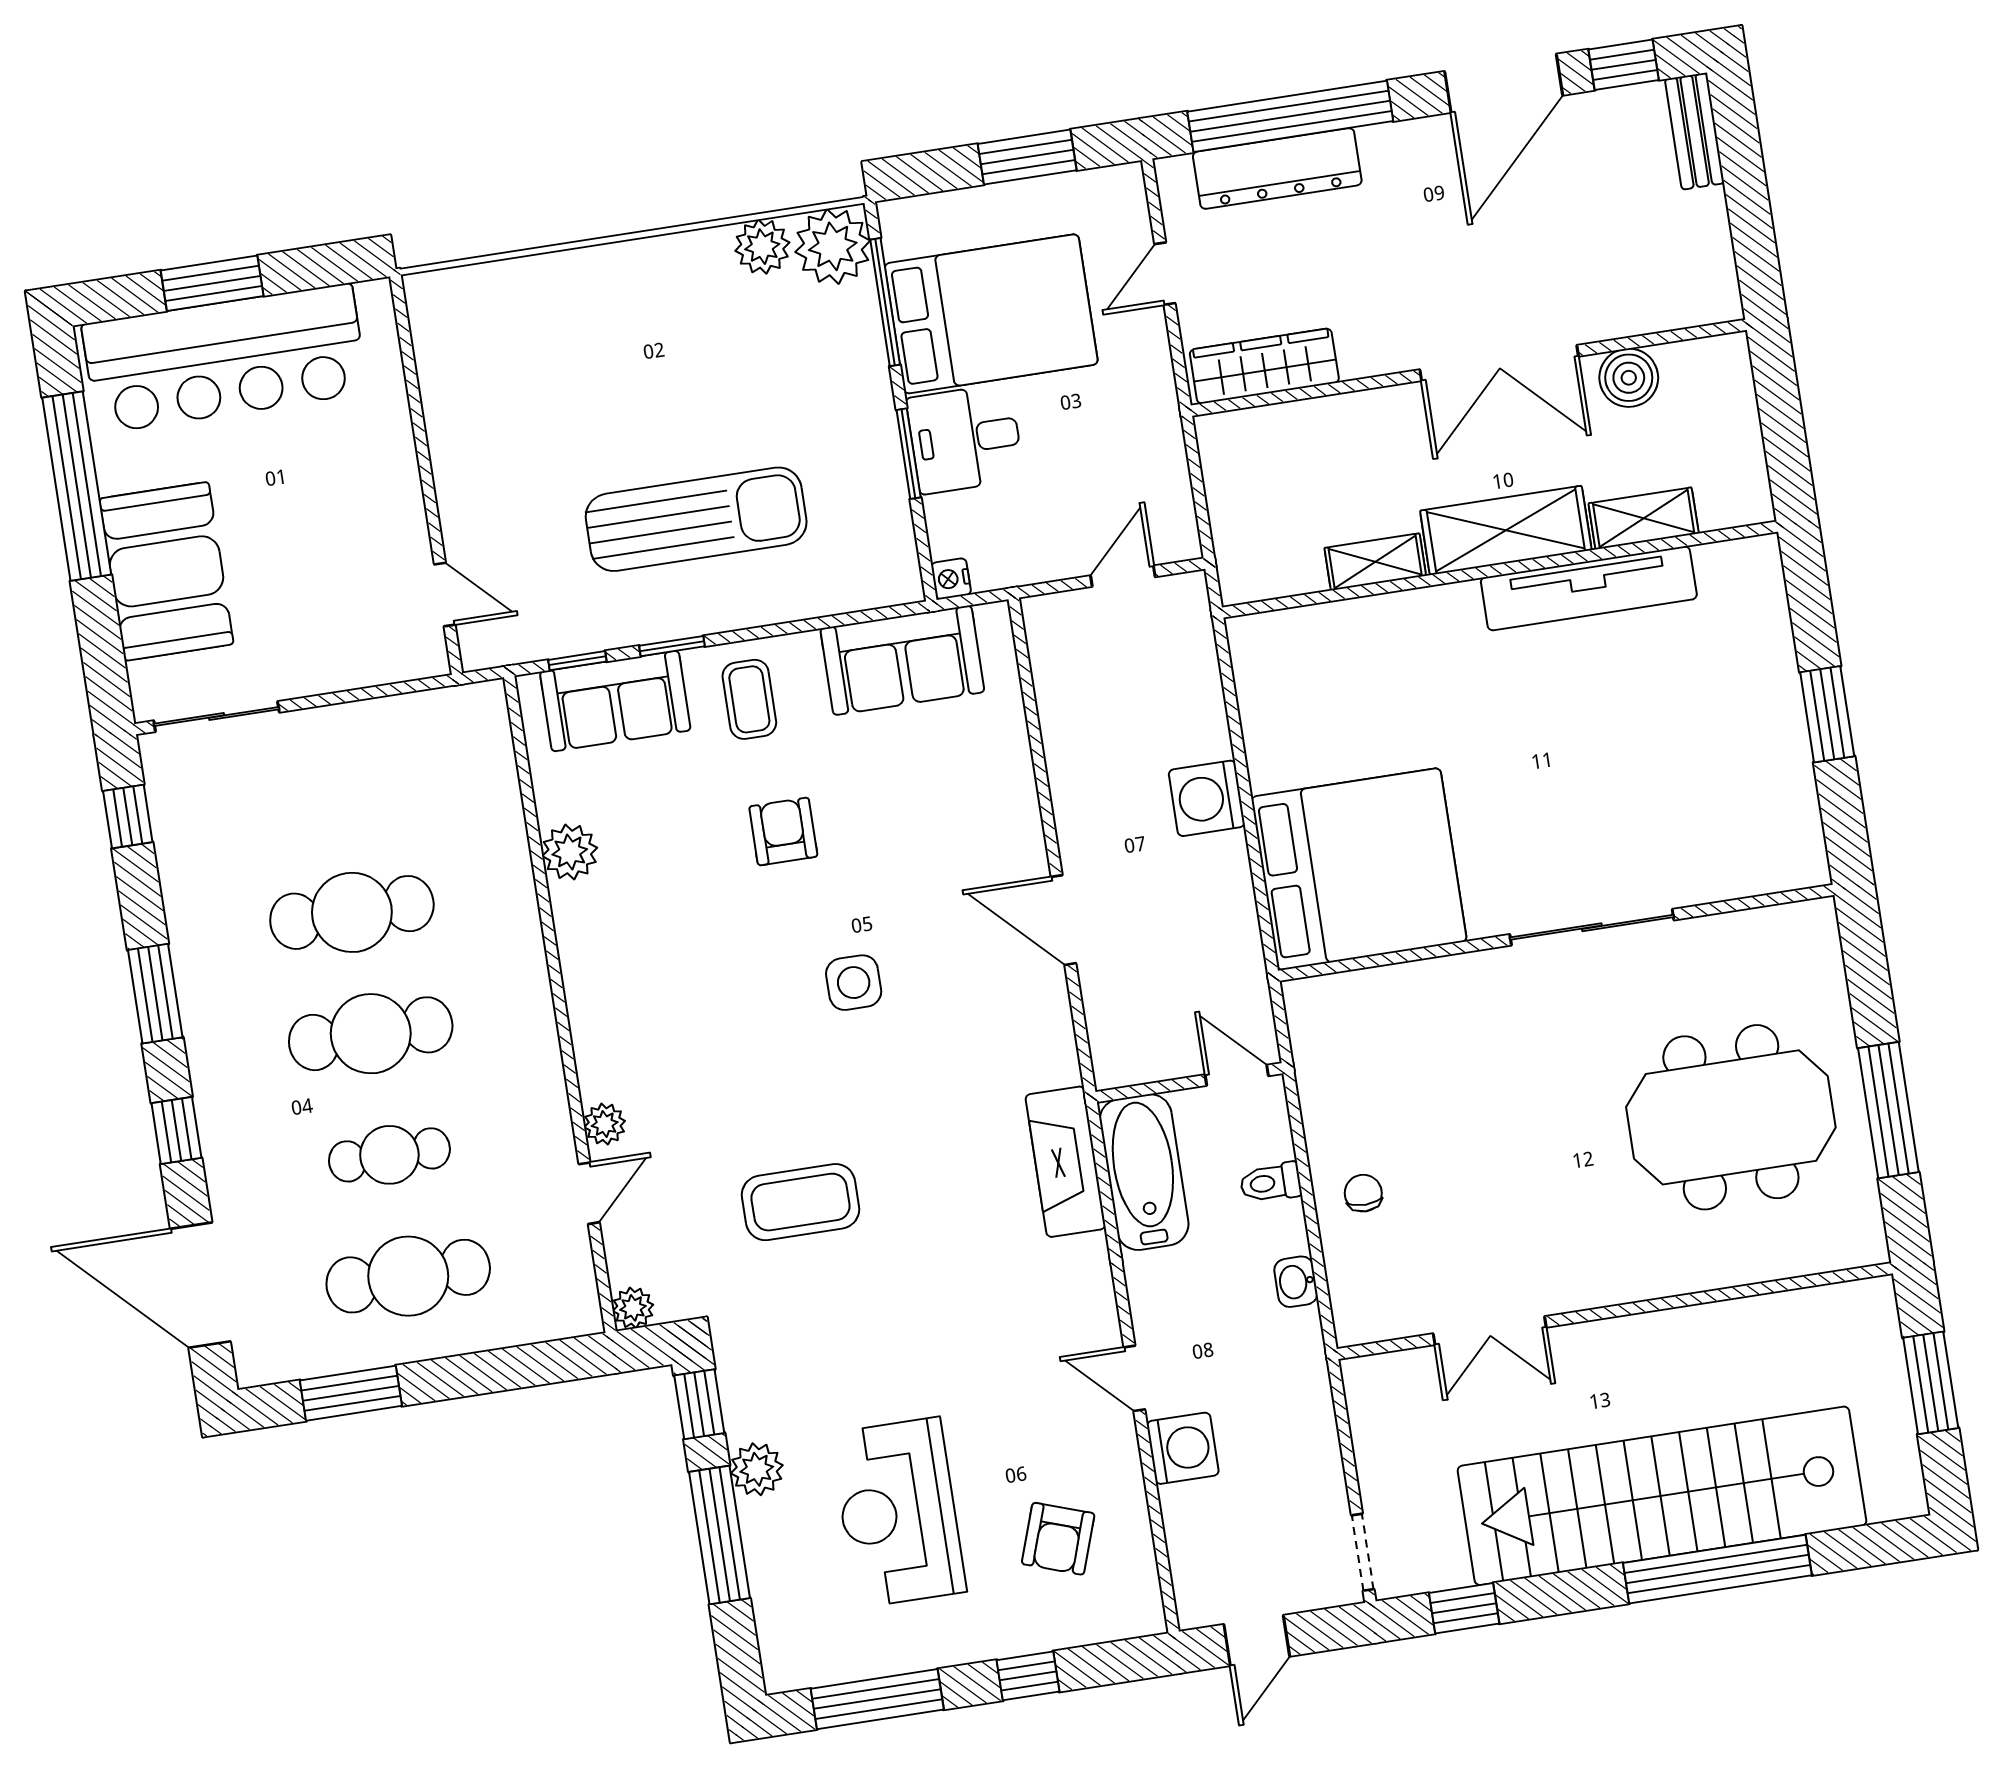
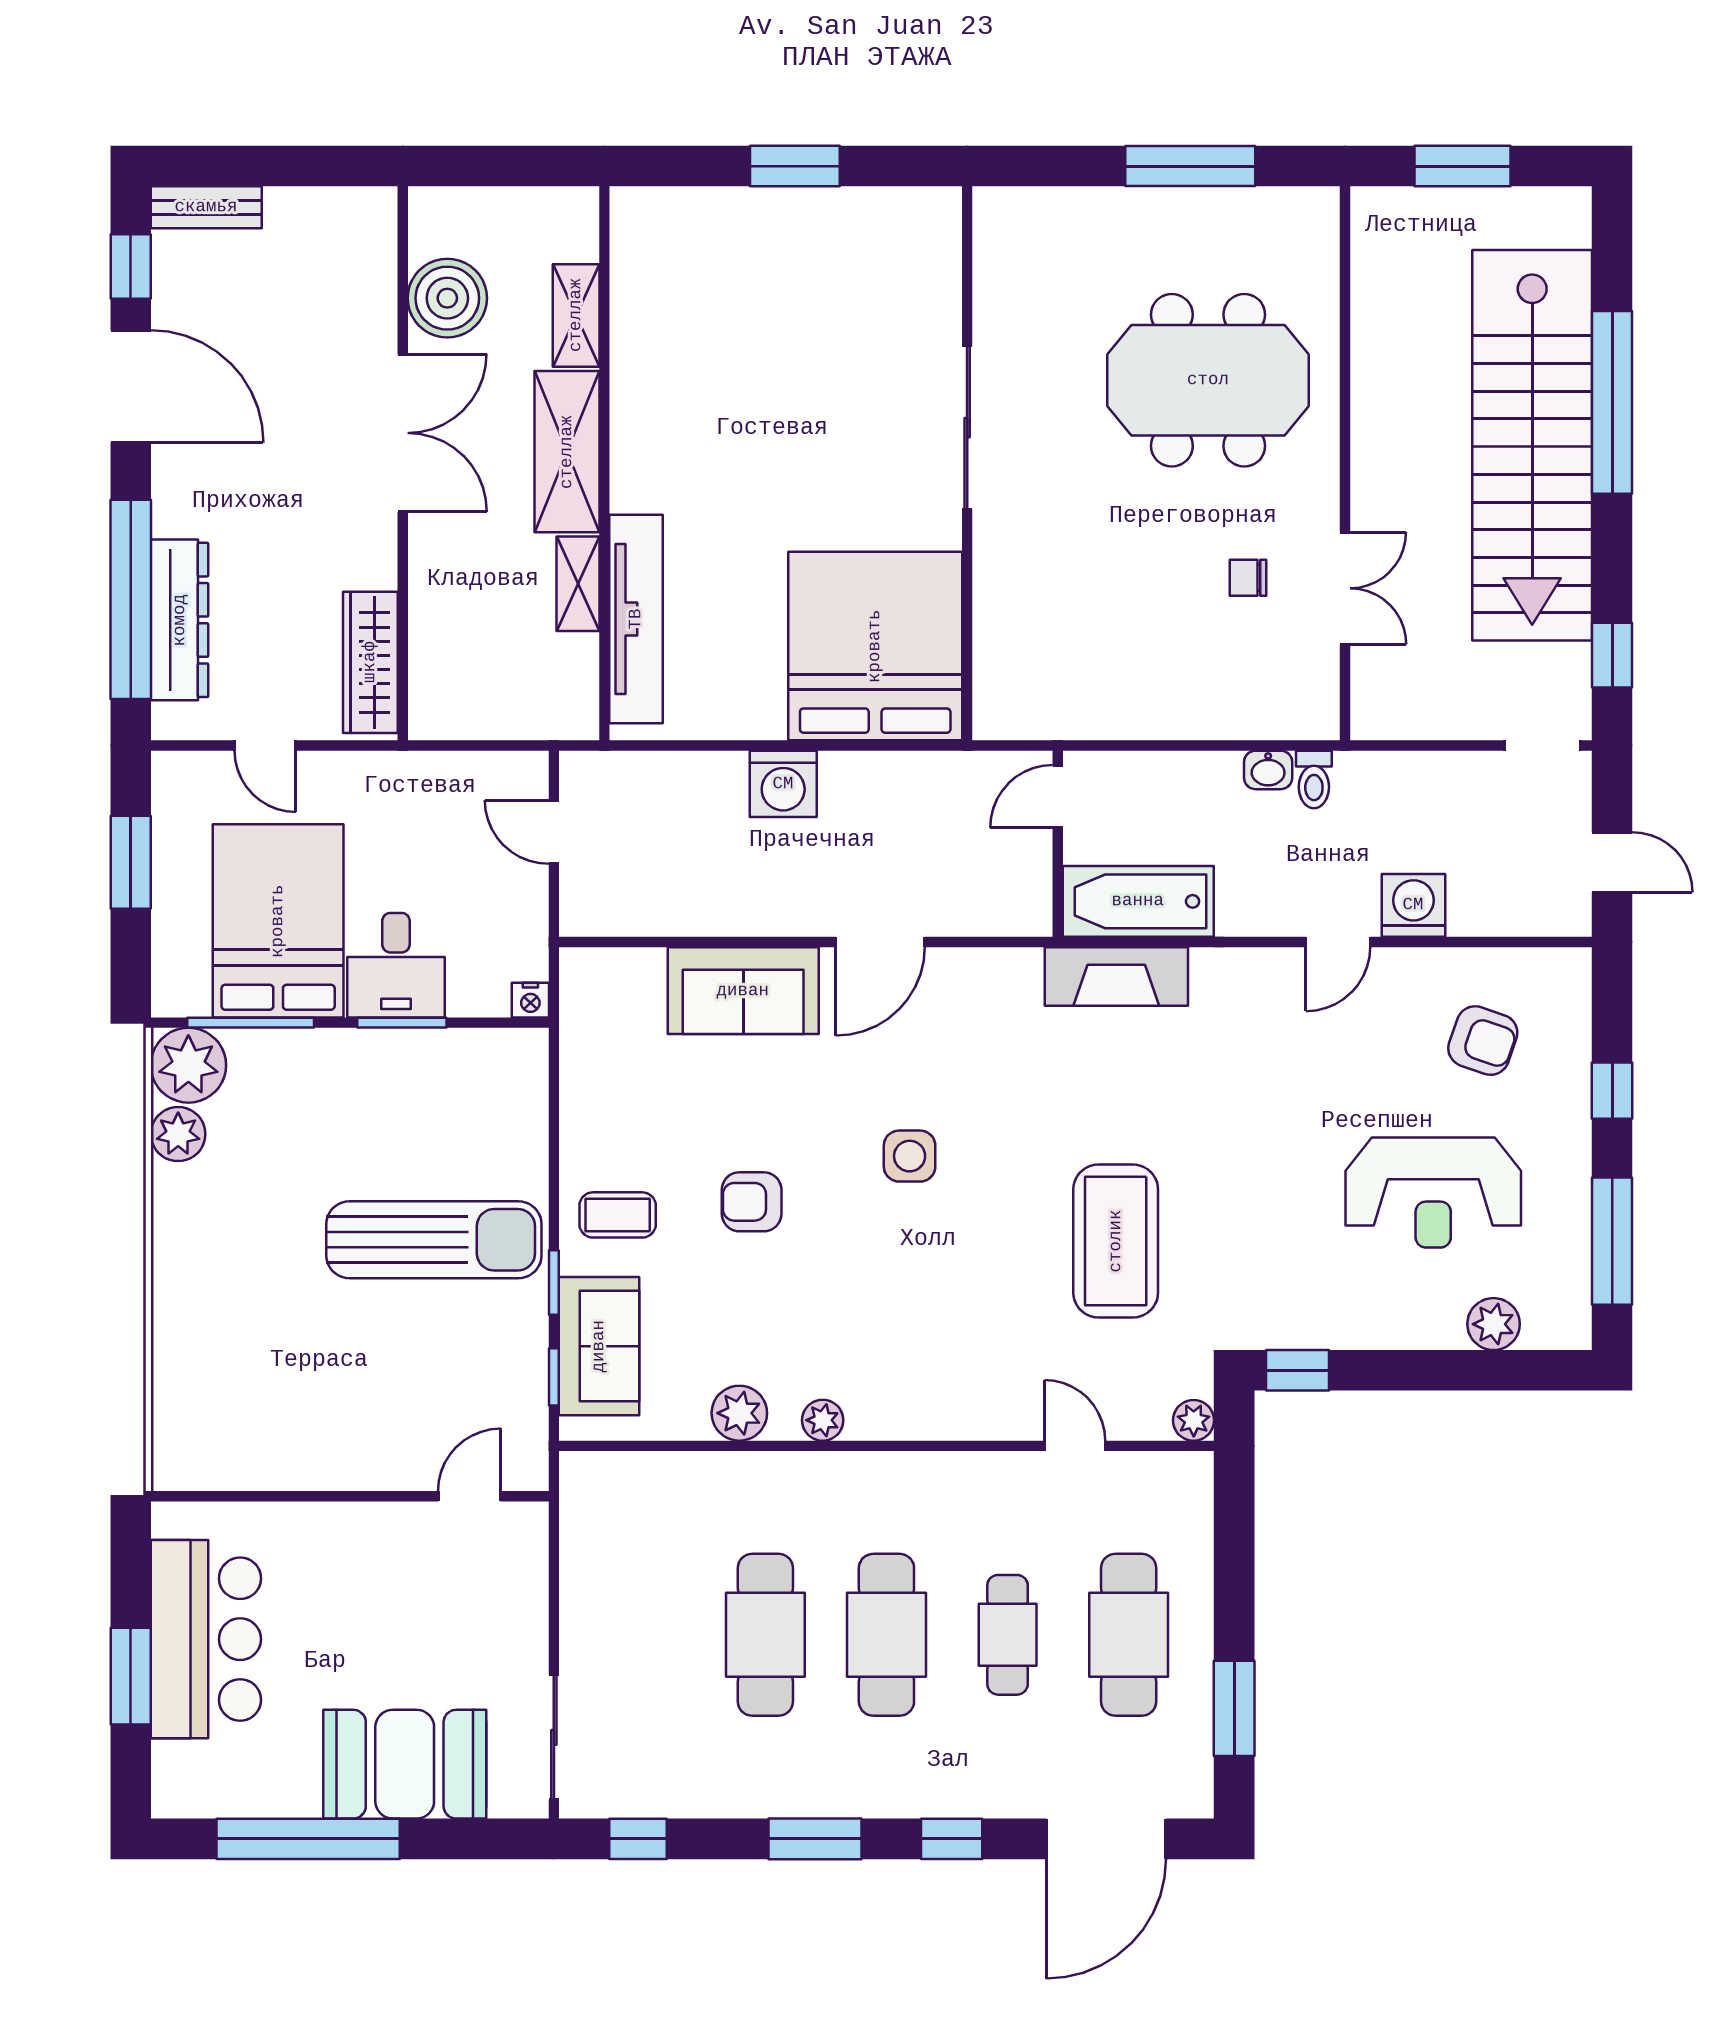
bar counter: (225, 358) -> (206, 1639), width x0.73
boiler: (1629, 378) -> (447, 298), width x1.37, depth x1.37
sun lounger: (696, 519) -> (434, 1240), turned 90
tv unit: (1589, 588) -> (636, 619), moved
sofa: (902, 660) -> (743, 991), moved, turned 90
meeting table: (1731, 1117) -> (1208, 380), moved, turned 90
plant: (605, 1124) -> (823, 1420), moved
toilet: (1271, 1183) -> (1314, 779), moved
chair: (1363, 1193) -> (1248, 578), moved
coffee table: (801, 1202) -> (1116, 1241), width x1.36, depth x1.32
plant: (757, 1469) -> (1494, 1324), moved
window: (720, 1535) -> (1428, 1370), removed

